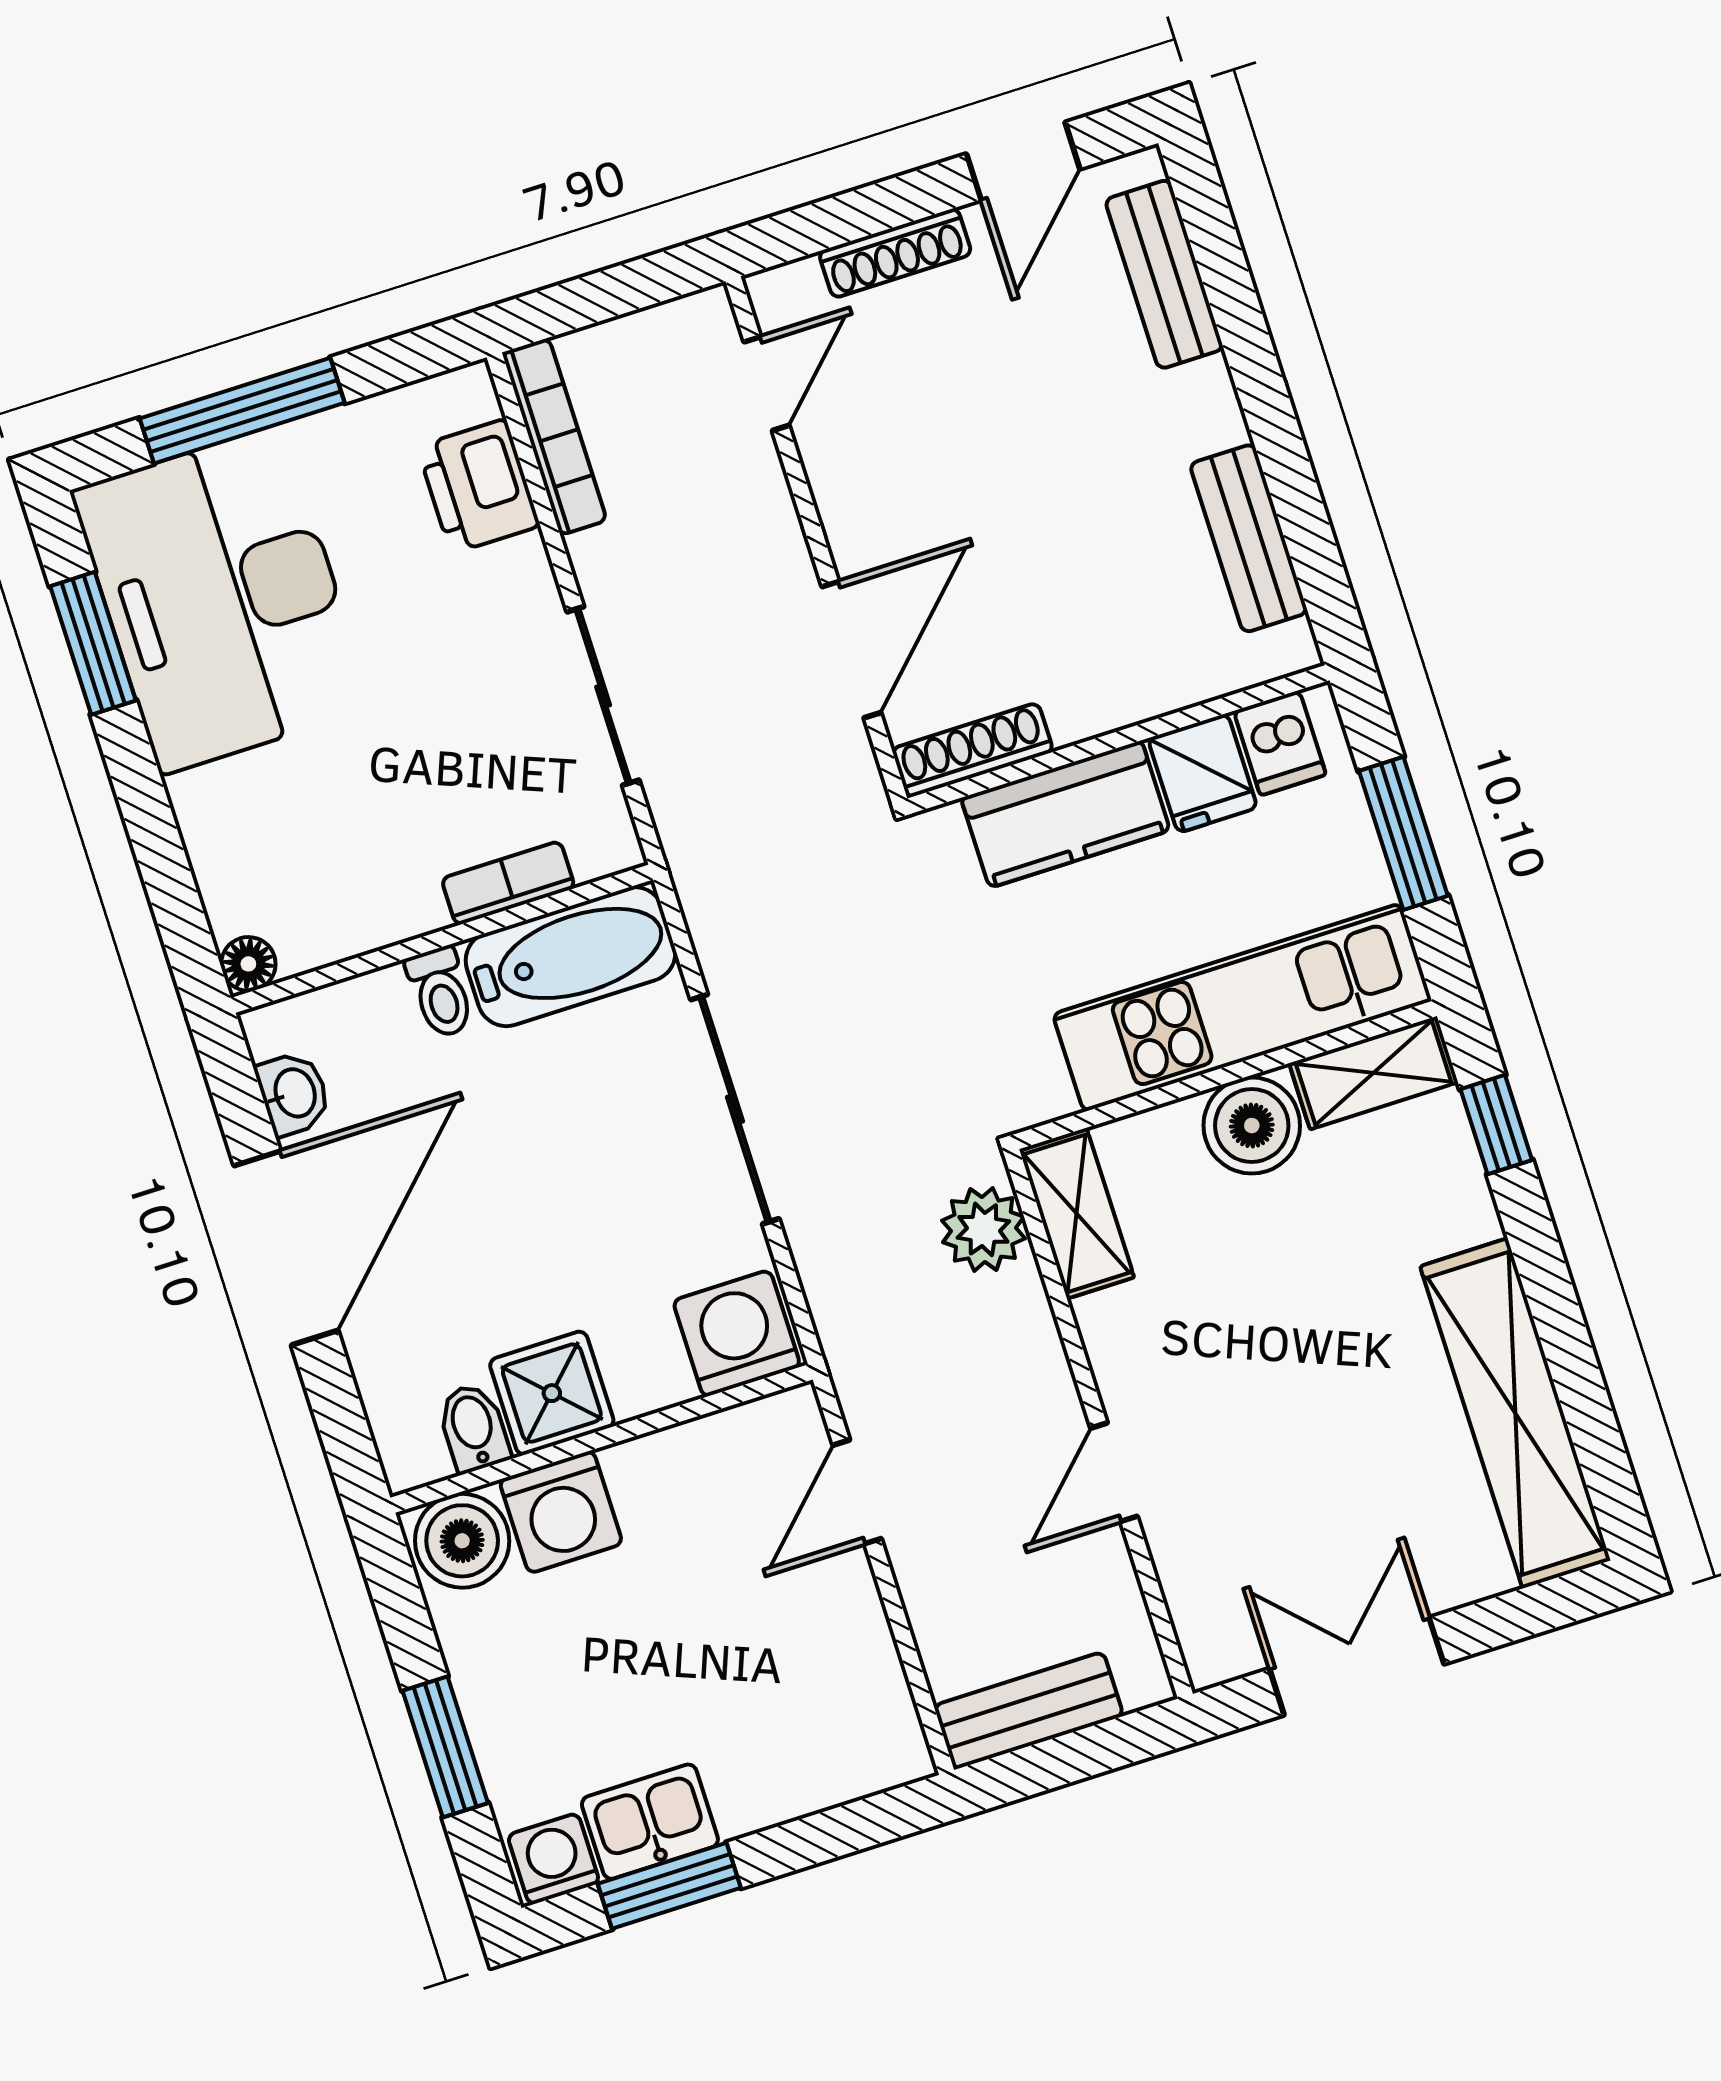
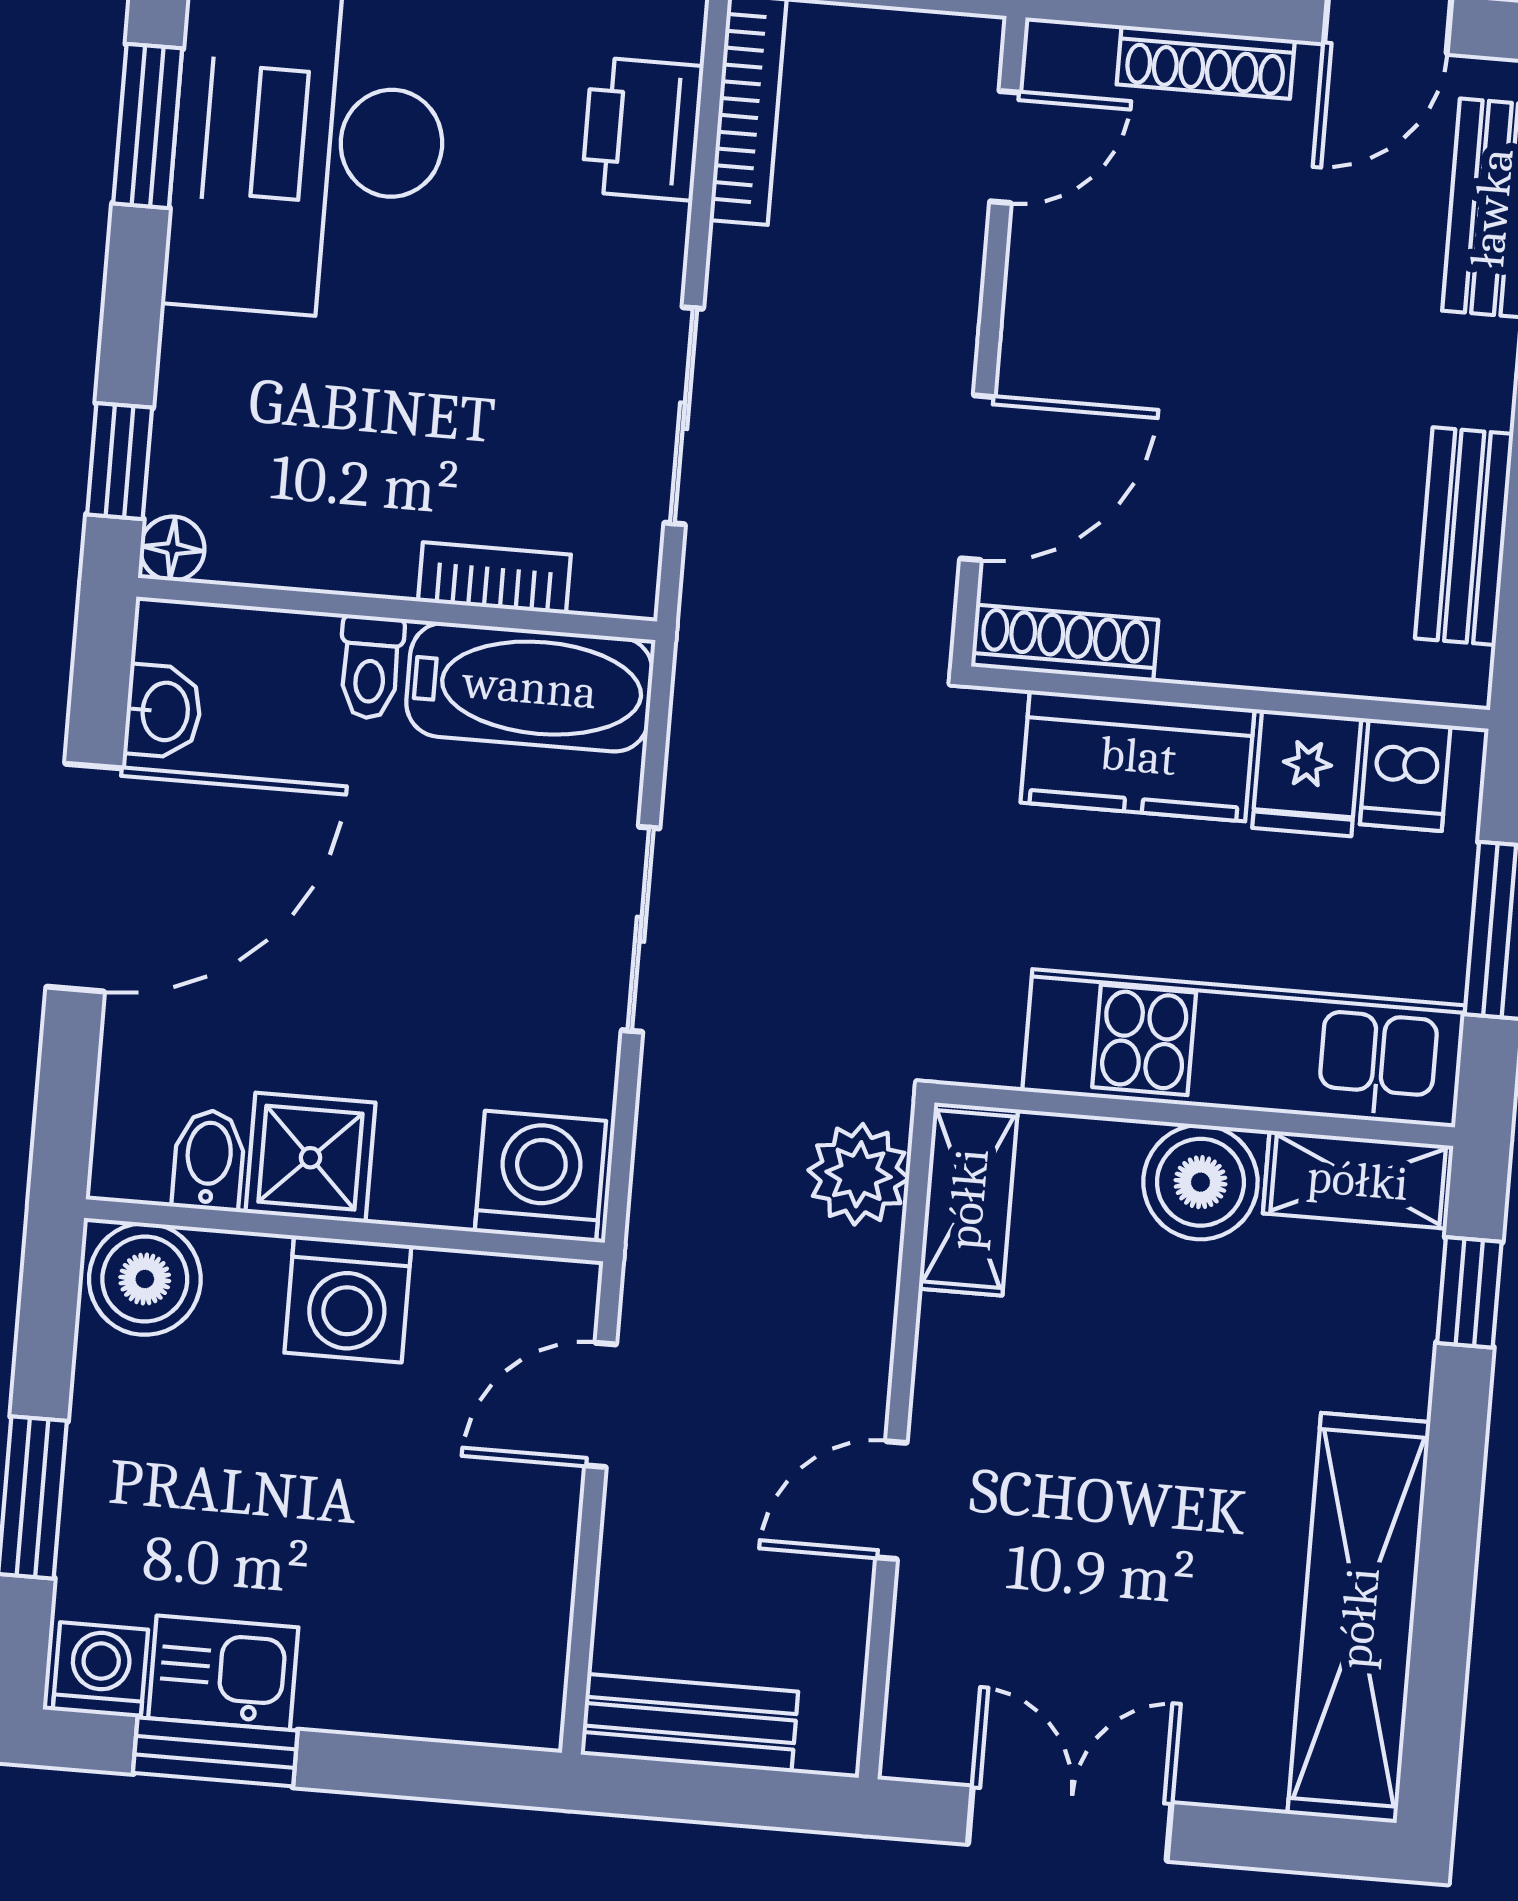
window: (179, 913) -> (120, 461), added
sliding door: (735, 1109) -> (641, 929), width x0.73
washing machine: (561, 1512) -> (348, 1299), moved

